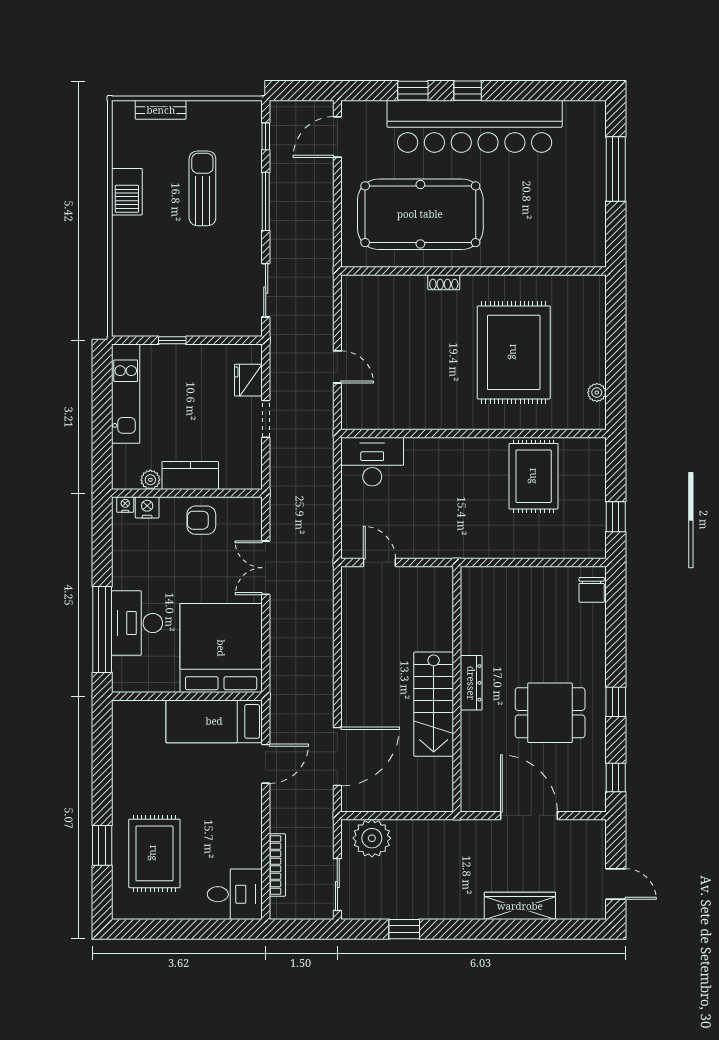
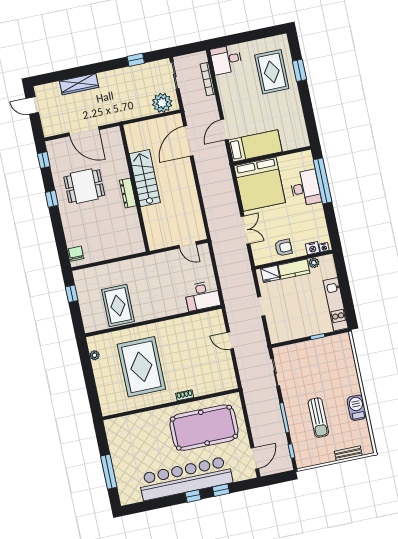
fridge: (248, 380) -> (270, 274), moved, turned 90

